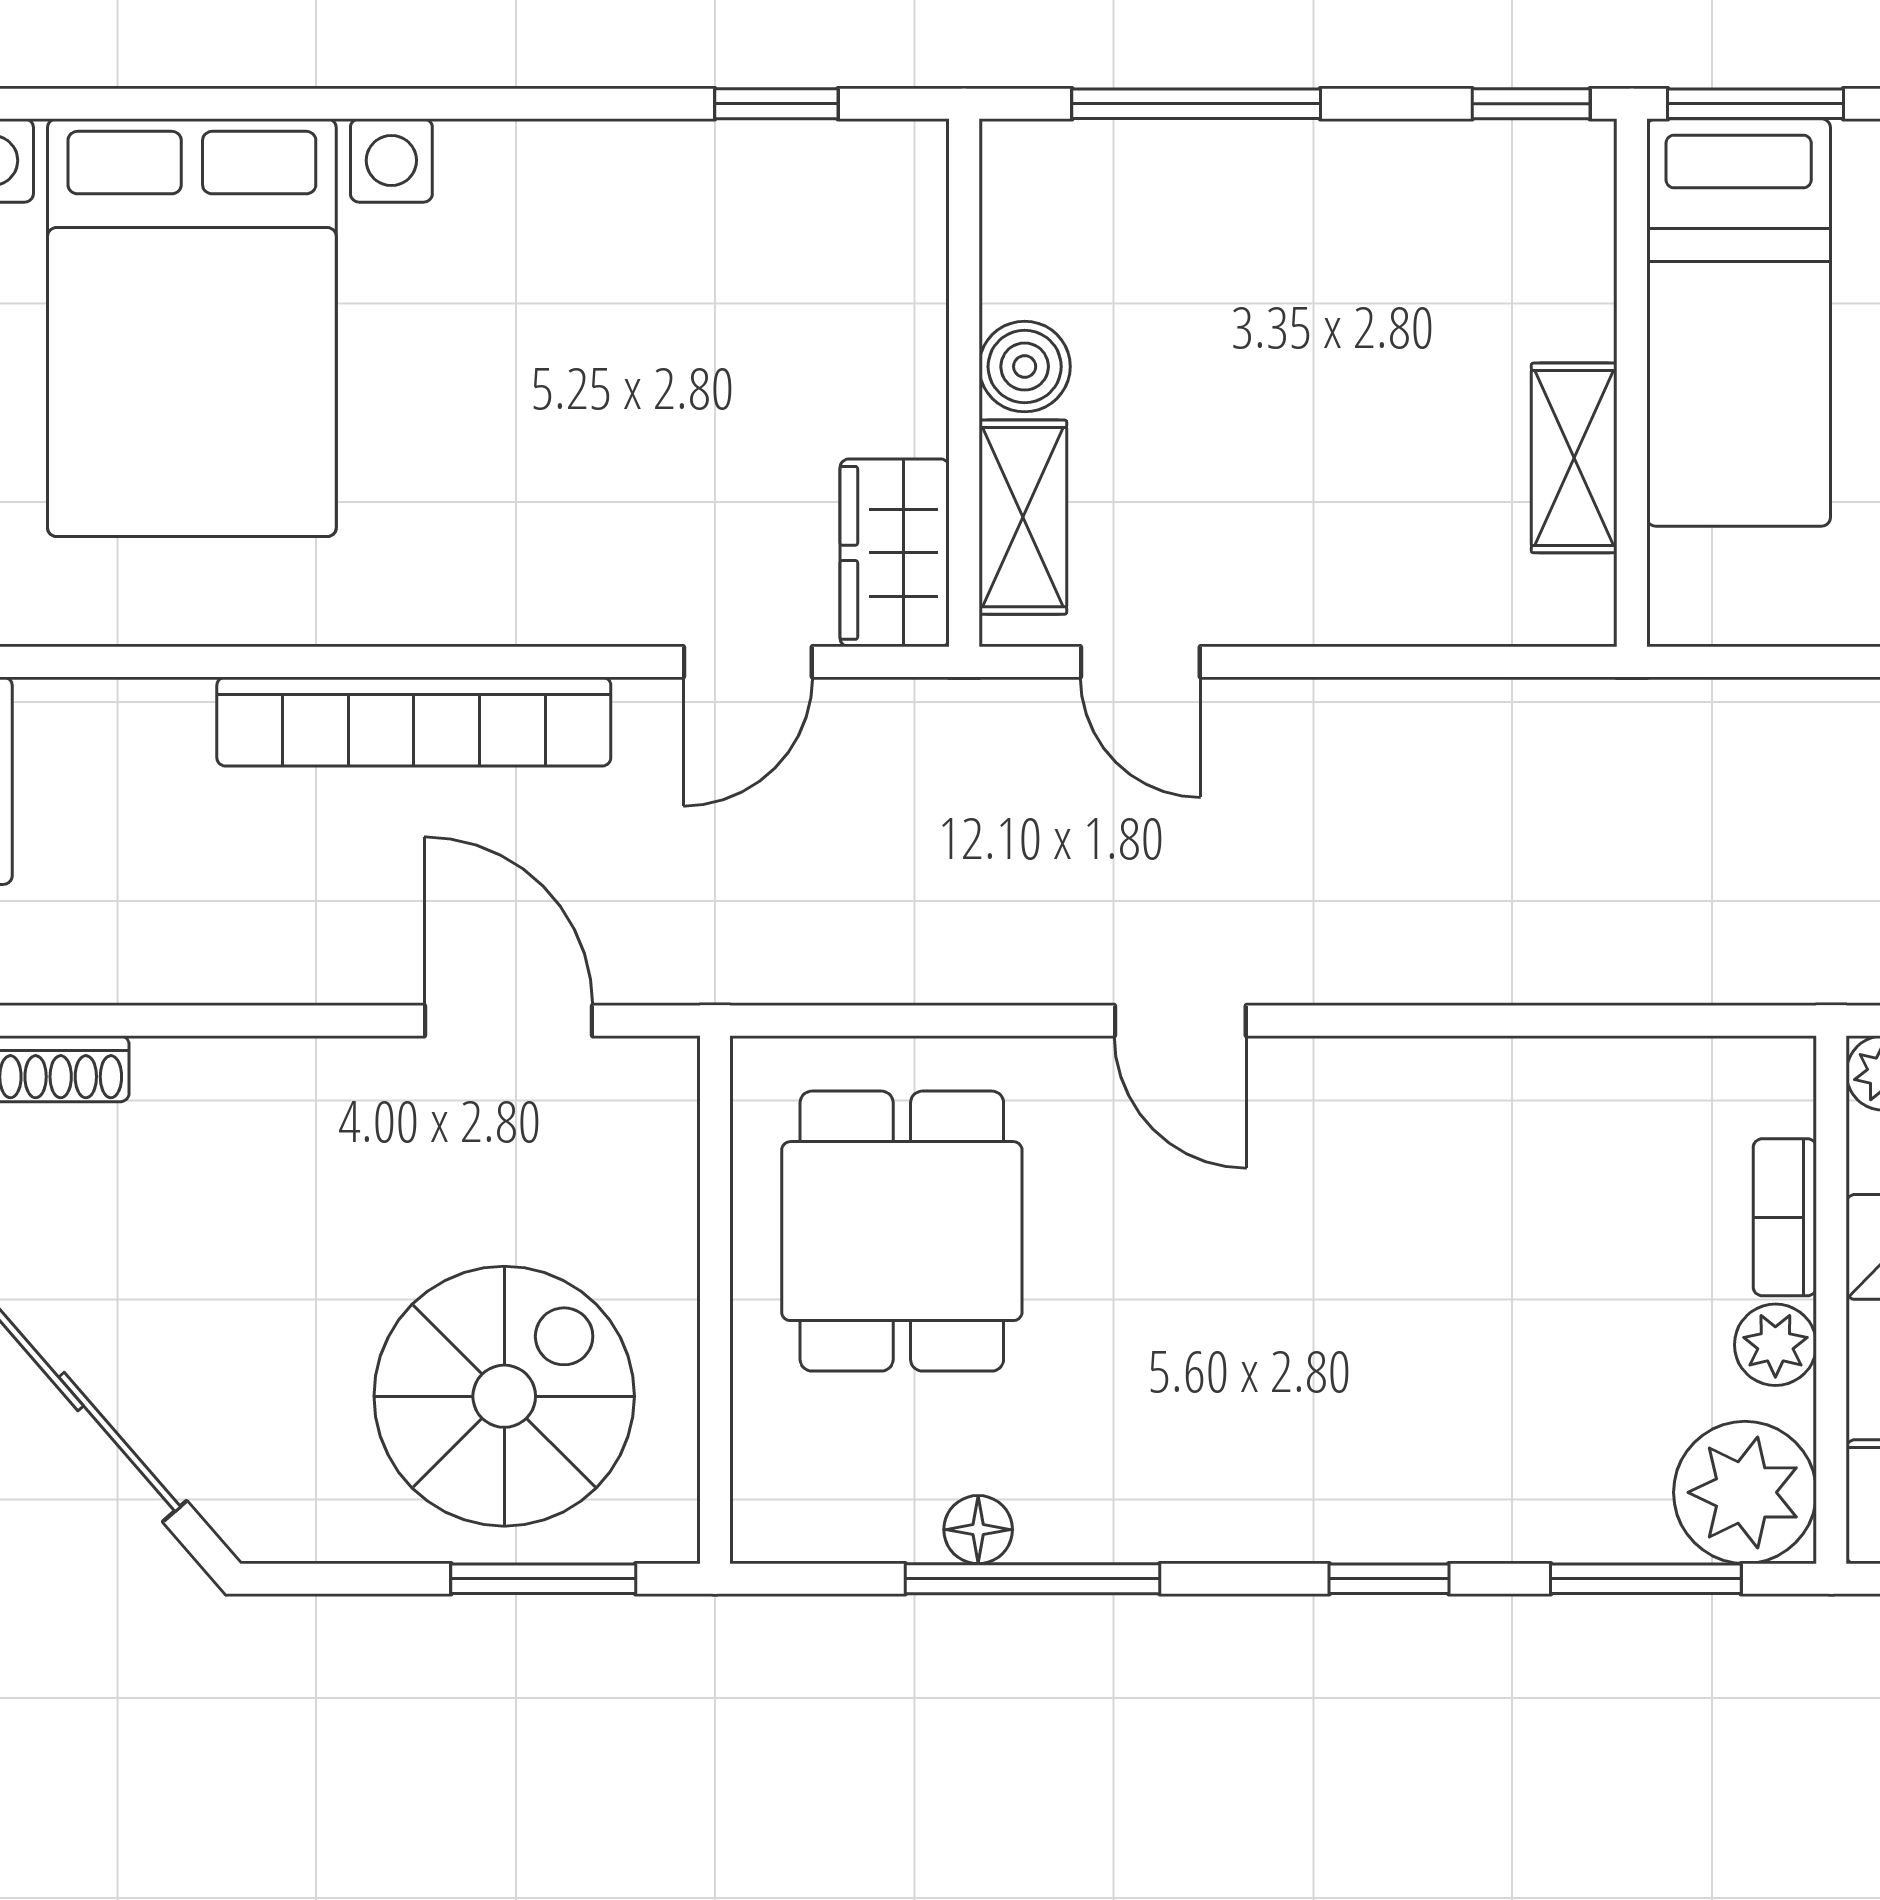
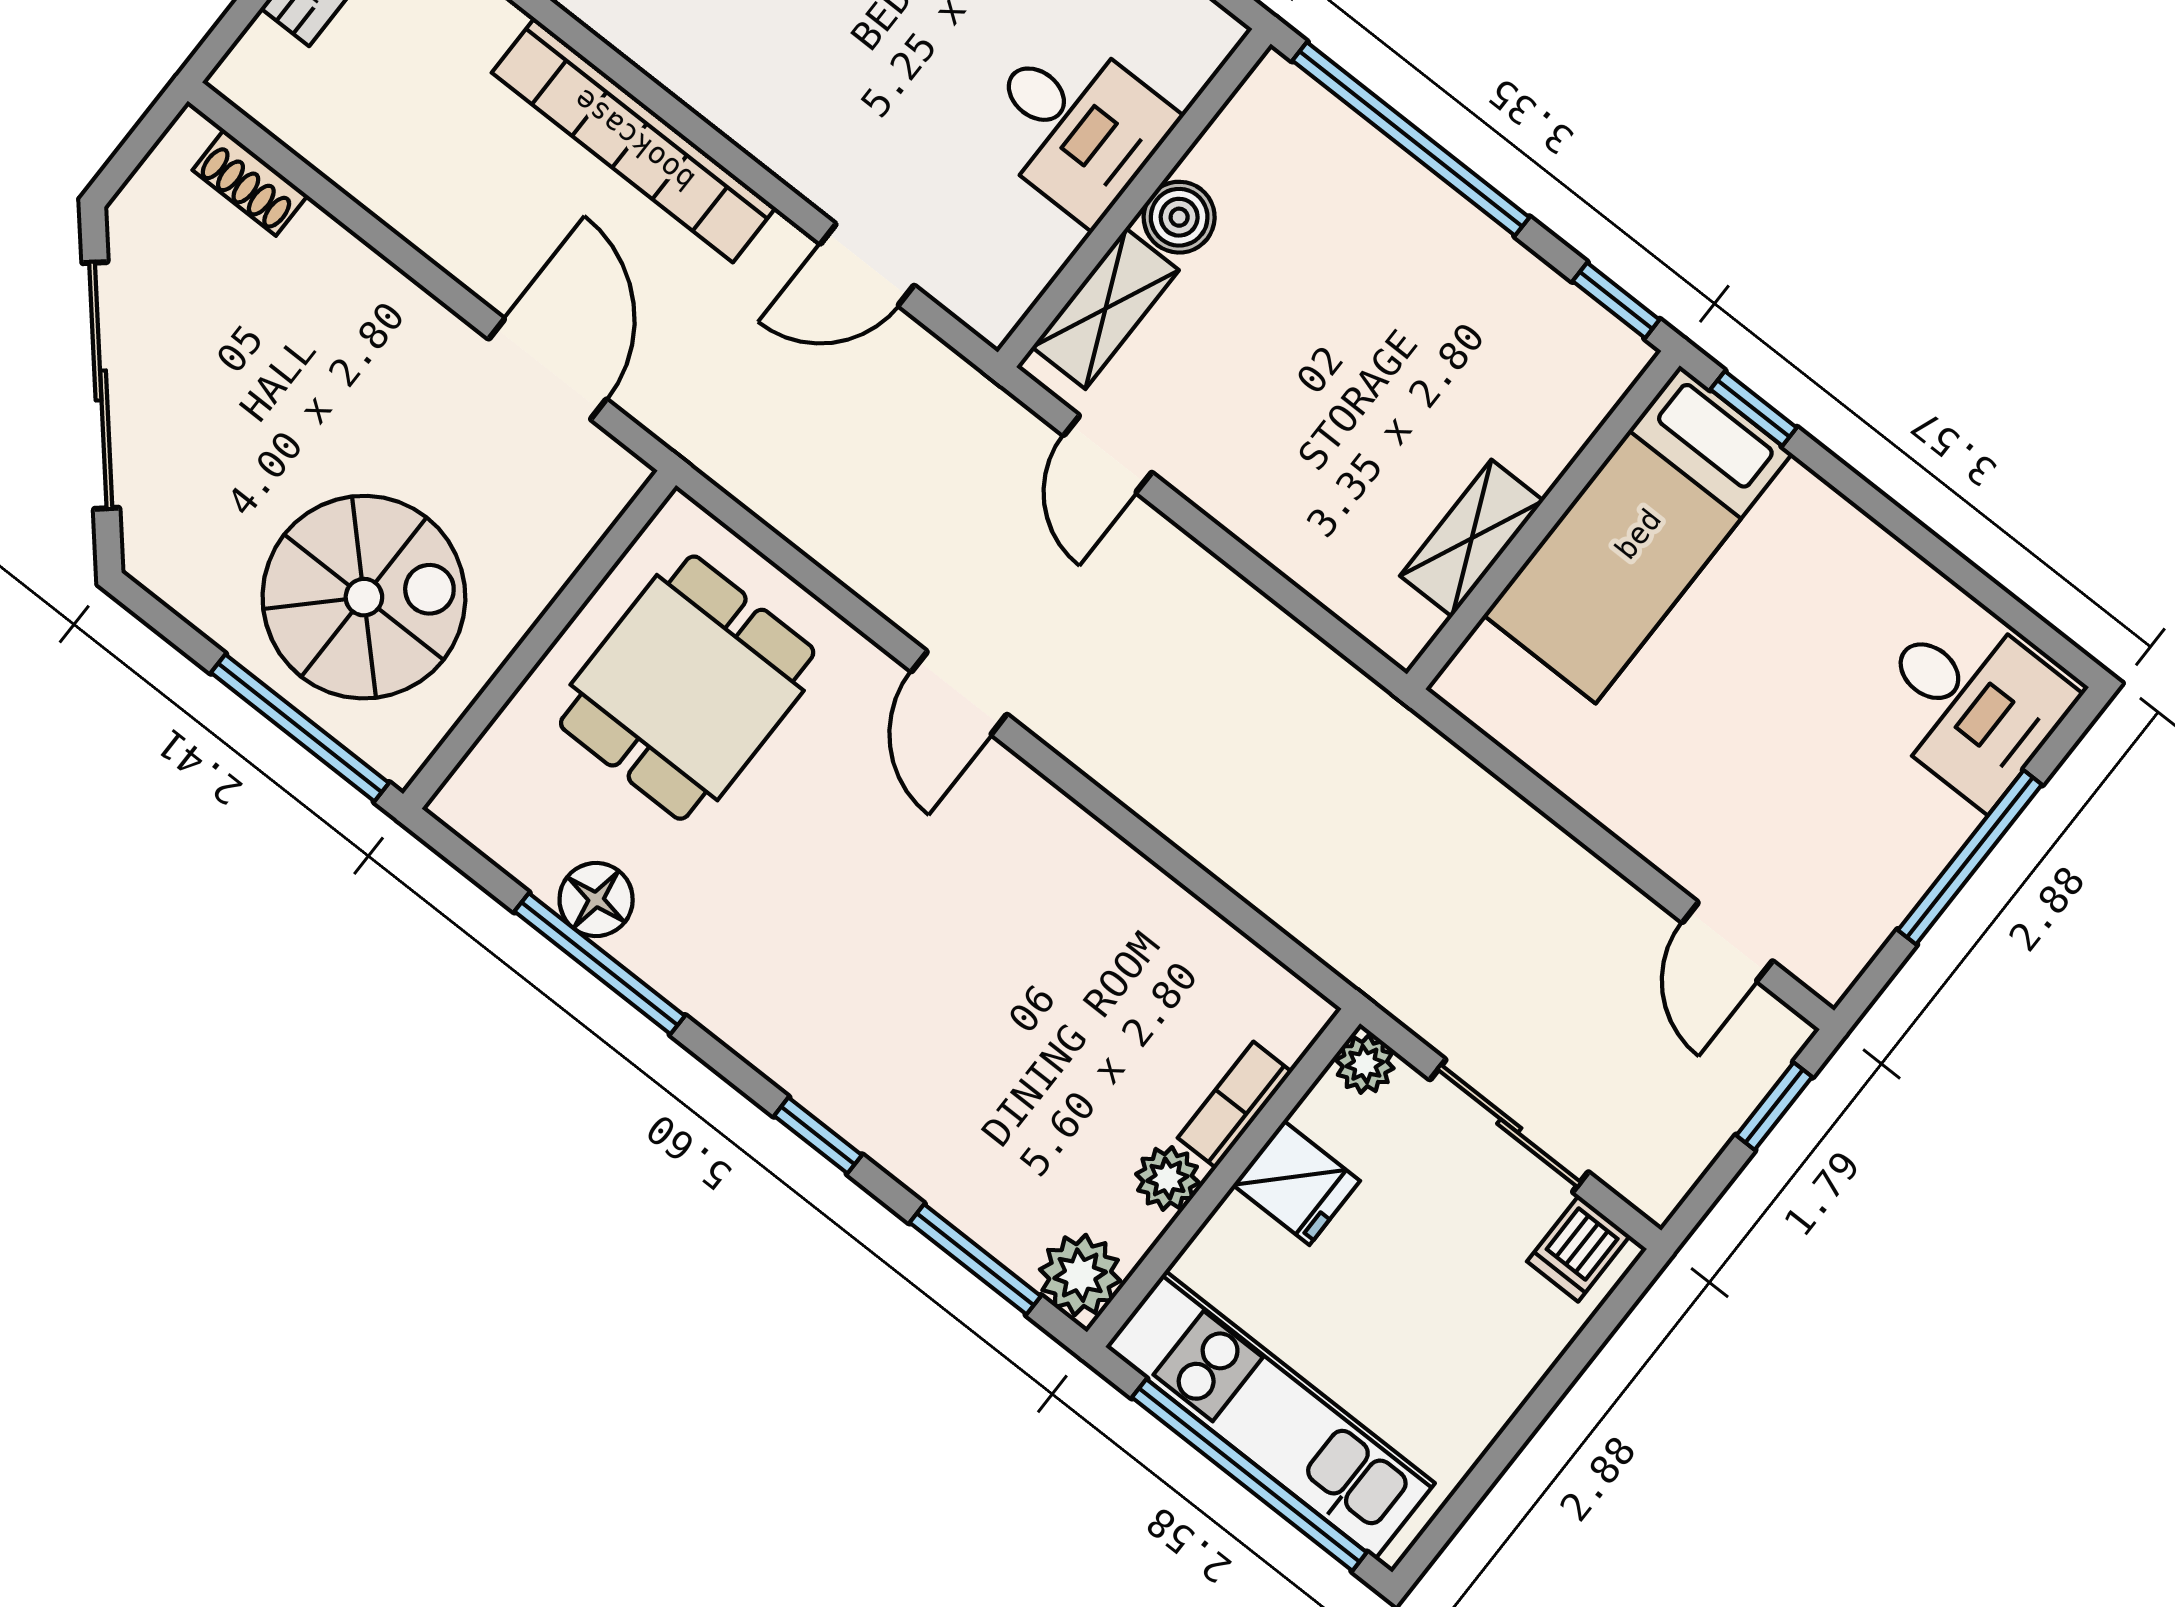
window: (1196, 104) -> (1411, 139), width x1.46
window: (1756, 104) -> (1754, 409), width x0.67
desk: (847, 356) -> (1075, 125), added
wardrobe: (895, 553) -> (1010, 269), removed
plant: (1745, 1492) -> (1080, 1275), width x0.73, depth x0.73
floor lamp: (978, 1530) -> (596, 899), width x1.37, depth x1.37
window: (543, 1579) -> (300, 728), width x1.44

